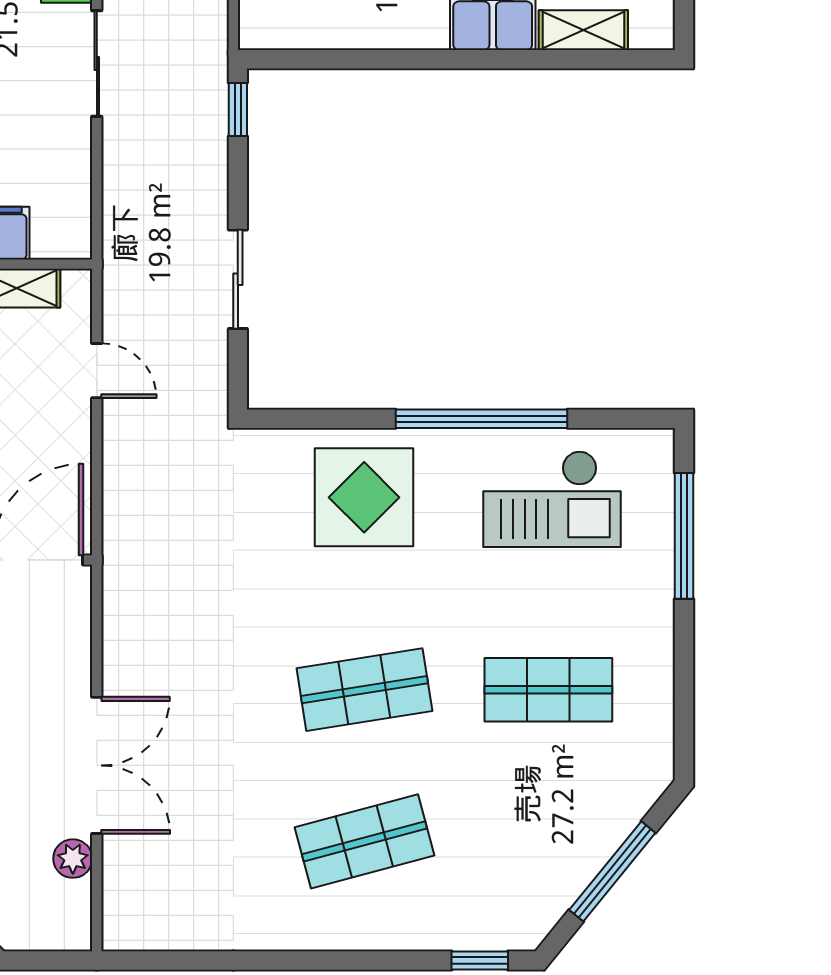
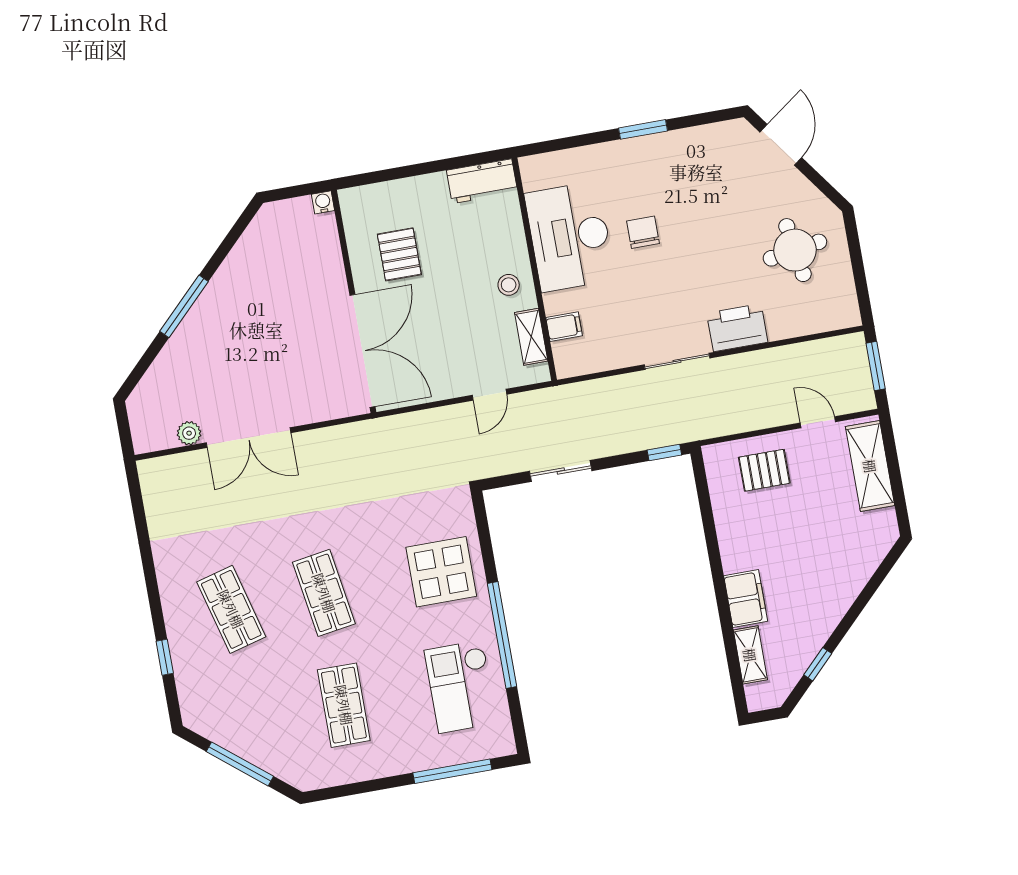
window: (480, 961) -> (165, 657), moved

